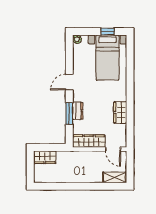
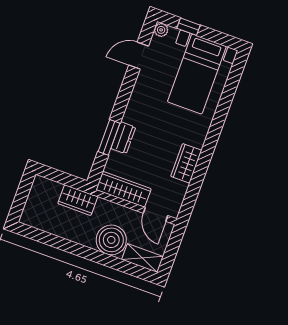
window: (108, 31) -> (189, 27), moved
door: (69, 82) -> (139, 56), moved
wardrobe: (45, 157) -> (78, 200), moved
boiler: (92, 173) -> (111, 240), added

